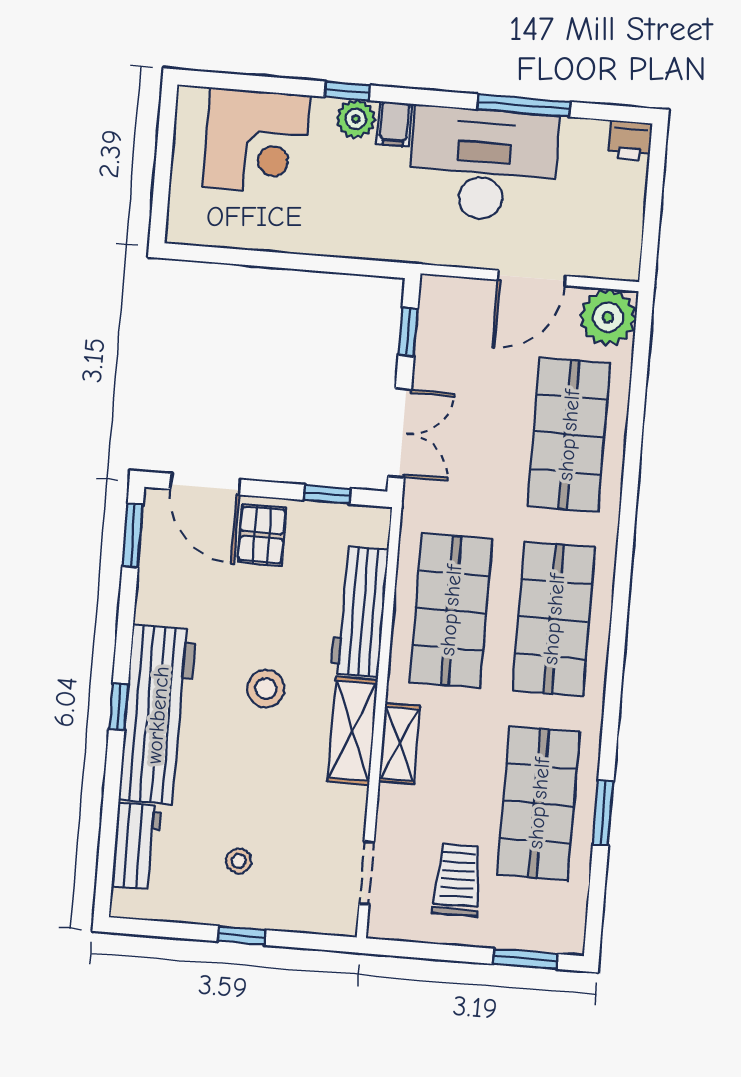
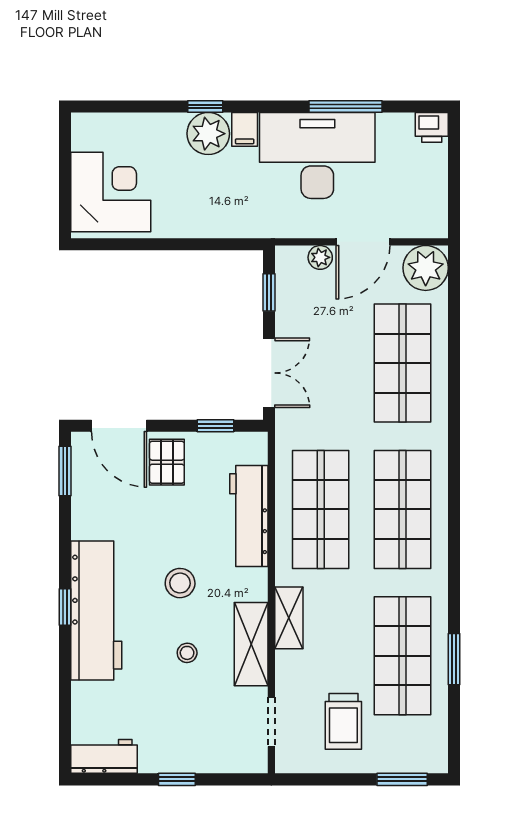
plant: (356, 119) -> (208, 134), width x1.36, depth x1.36
corner desk: (256, 142) -> (111, 192), moved, turned -90
plant: (476, 293) -> (320, 257), added
shelving: (353, 731) -> (251, 644), moved
workbench: (136, 846) -> (104, 756), moved, turned -90
stool: (239, 861) -> (187, 653), moved
trolley: (457, 880) -> (343, 721), turned 180

